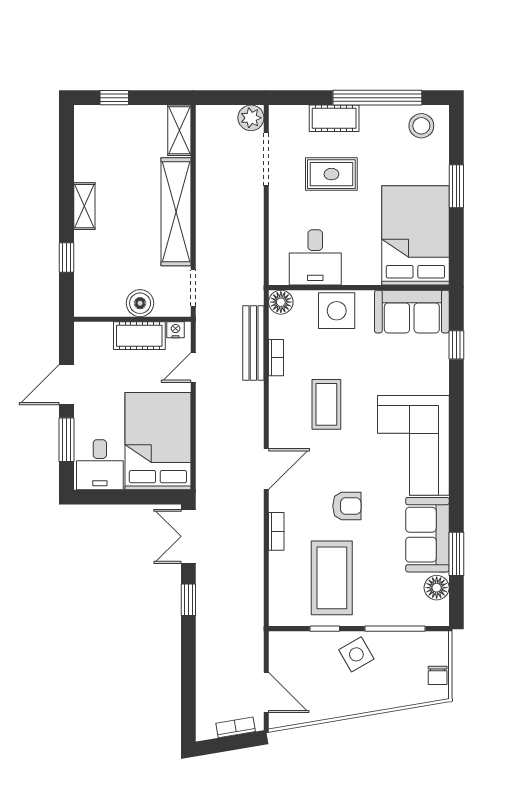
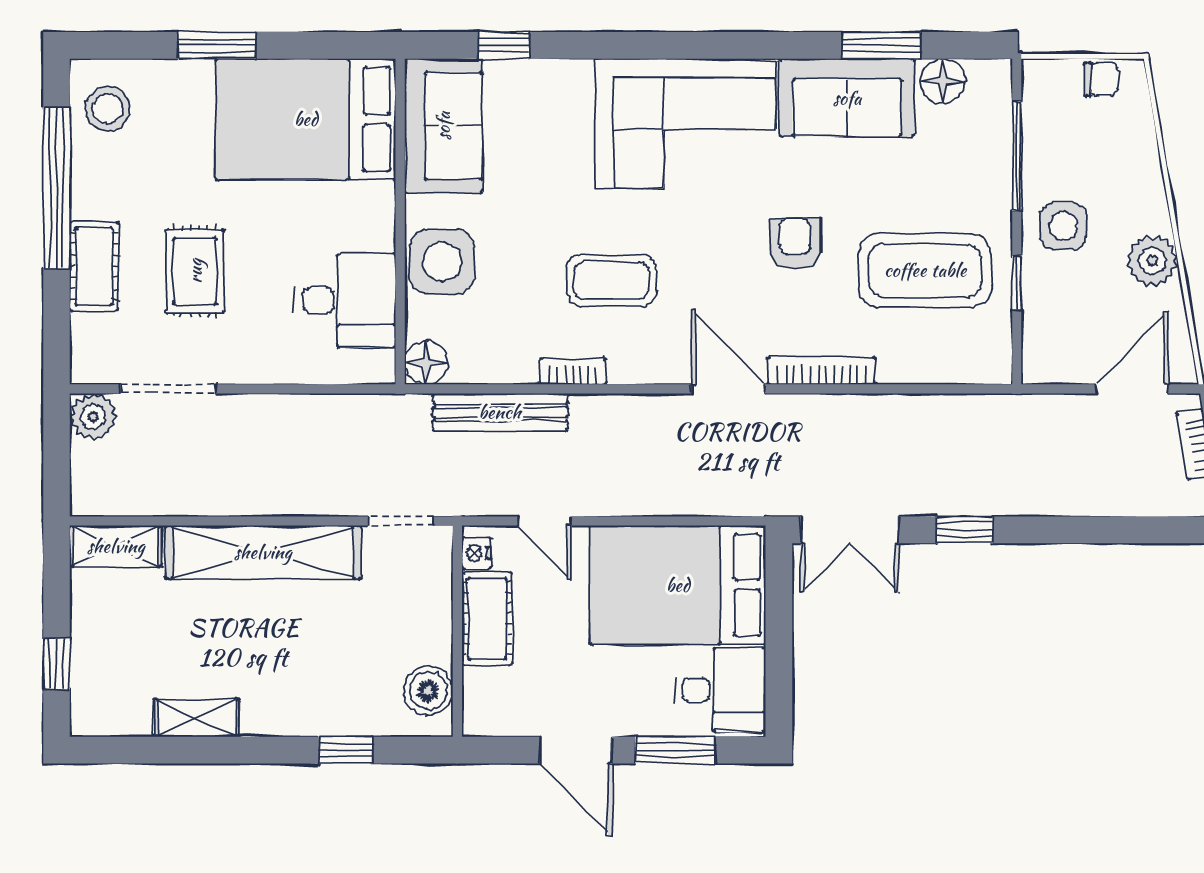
shelving: (84, 206) -> (197, 718), moved
boiler: (140, 303) -> (428, 691), moved
bookcase: (276, 358) -> (573, 371), moved
bookcase: (276, 531) -> (822, 371), width x1.56
side table: (356, 654) -> (1063, 226), turned 30
plant: (337, 703) -> (1152, 261), added

